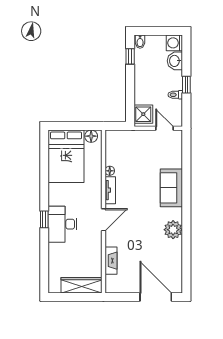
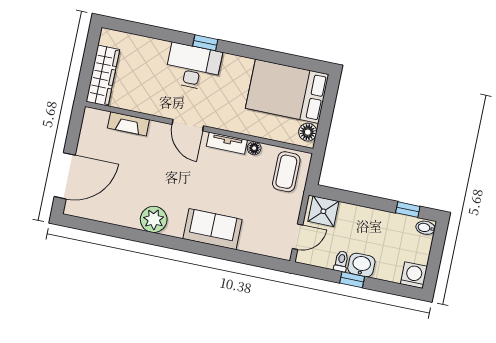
washbasin: (175, 61) -> (361, 265), moved
coffee table: (121, 145) -> (286, 172), added

